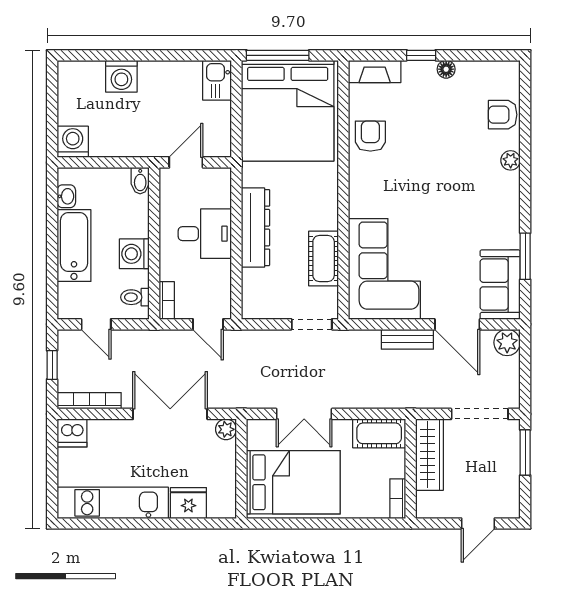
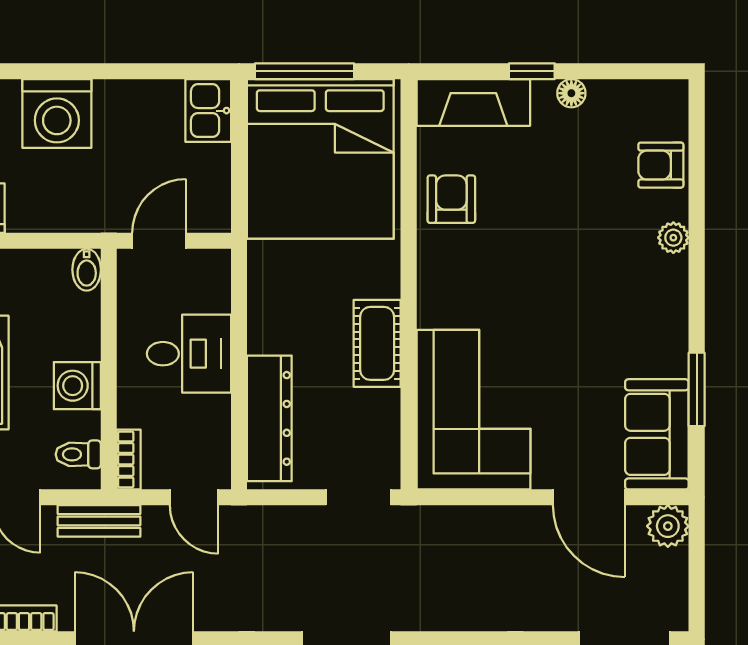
fireplace: (375, 72) -> (473, 102), width x1.37, depth x1.32
washing machine: (121, 76) -> (57, 114), width x1.37, depth x1.37
dresser: (255, 228) -> (269, 418), moved
cot: (324, 259) -> (377, 343), moved
bench: (407, 339) -> (99, 521), moved

